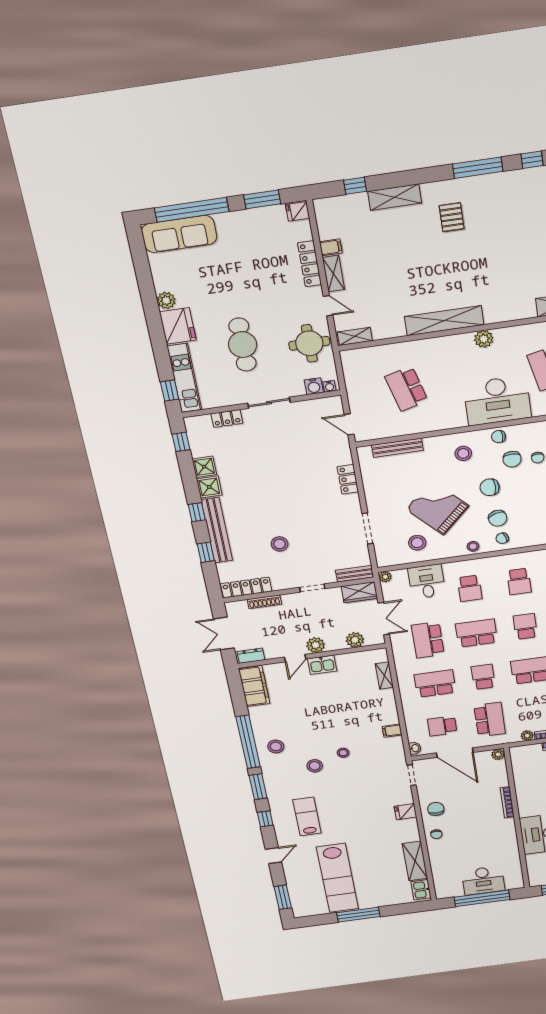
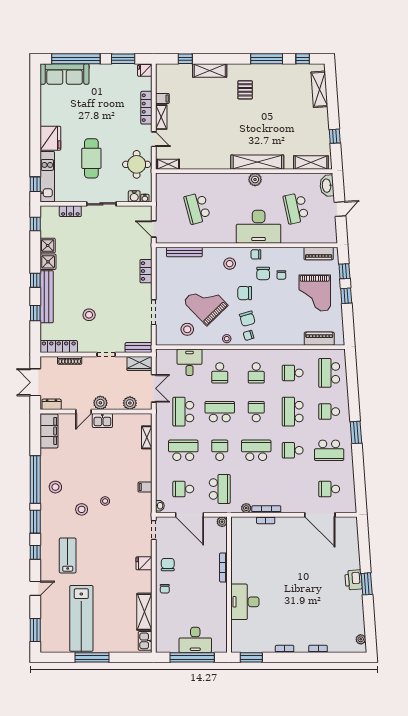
plant: (166, 300) -> (46, 119), removed
shelving: (444, 321) -> (257, 162), moved
plant: (385, 577) -> (160, 354), removed

